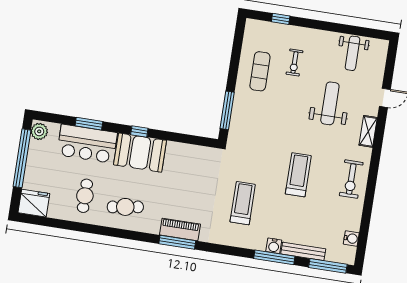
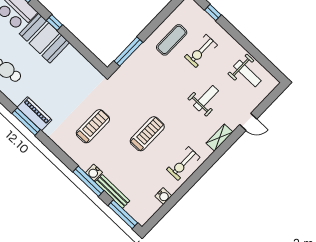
weight bench: (352, 53) -> (247, 73), turned -90
exercise bike: (294, 63) -> (201, 51), width x1.38, depth x1.39
weight bench: (330, 103) -> (206, 98), width x0.73, depth x0.75
water cooler: (351, 238) -> (163, 196), moved

